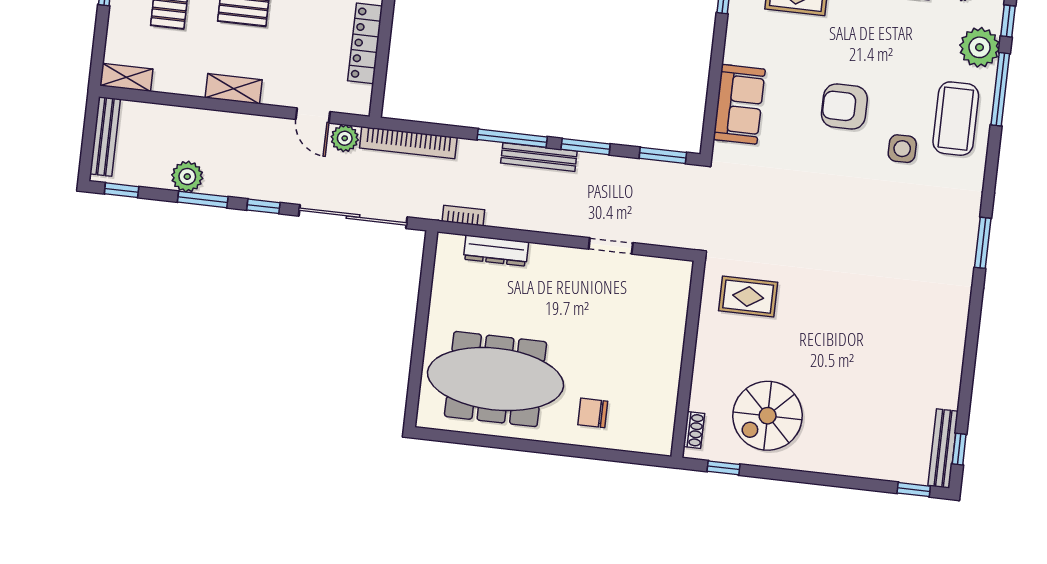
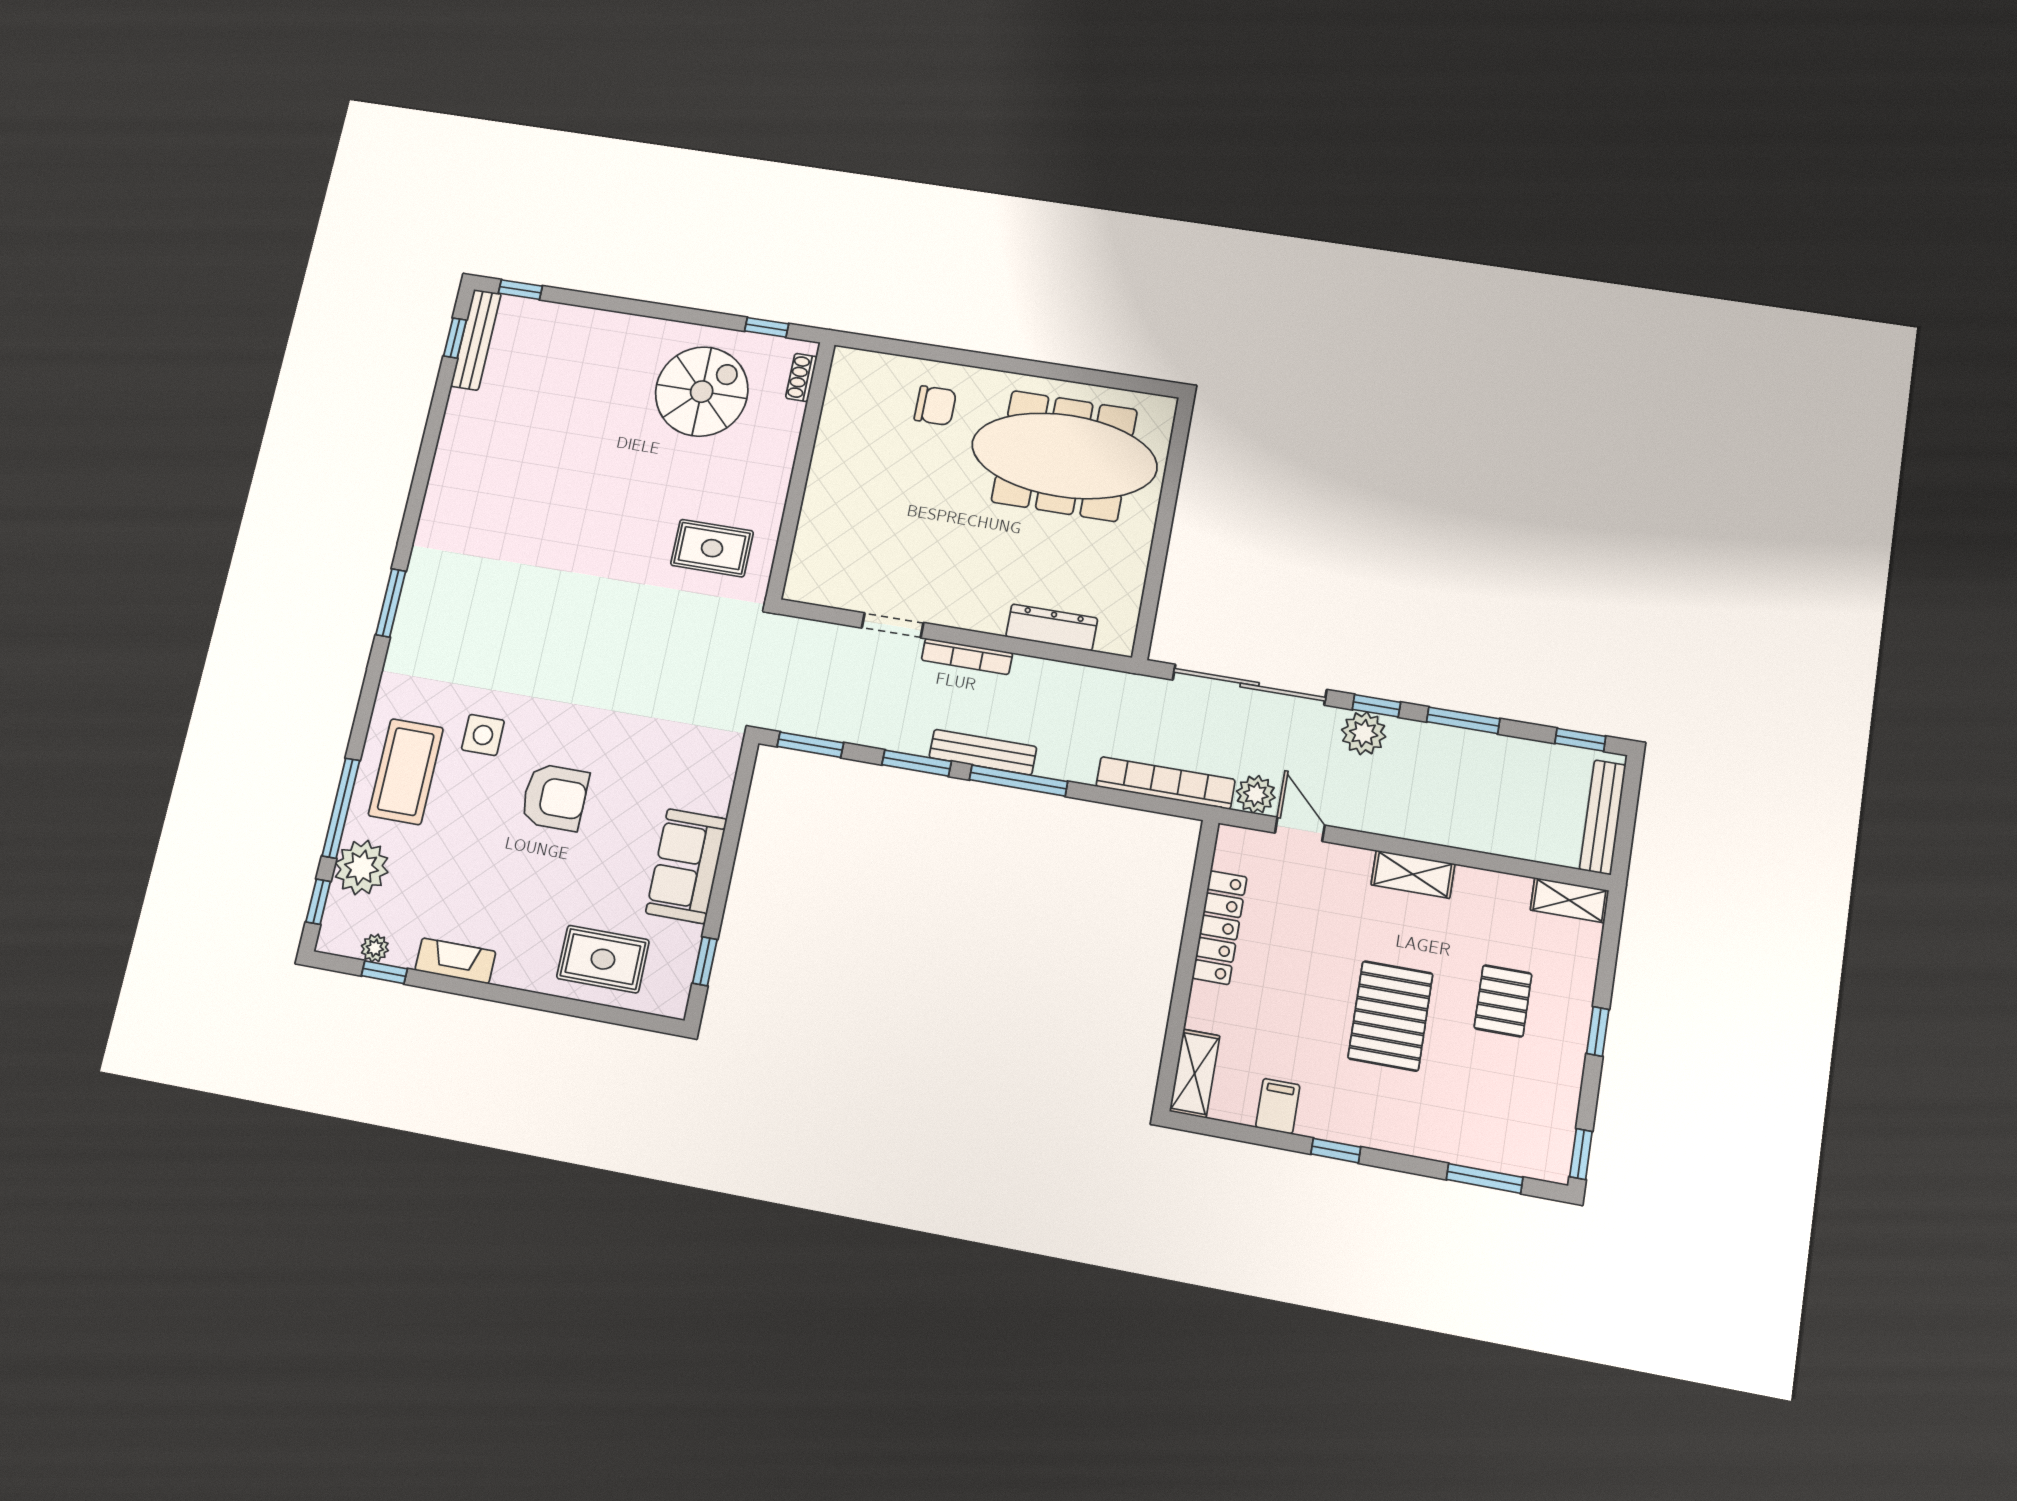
sofa: (739, 104) -> (686, 866), moved
plant: (187, 177) -> (1364, 733), moved
bookcase: (463, 216) -> (967, 656), moved, width x1.56

